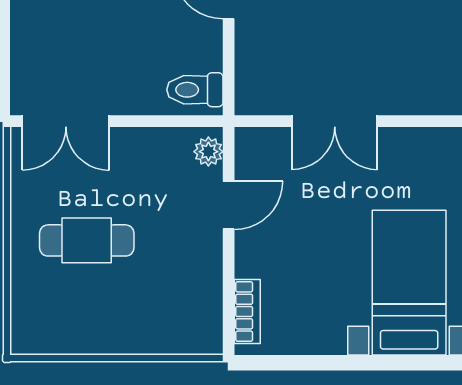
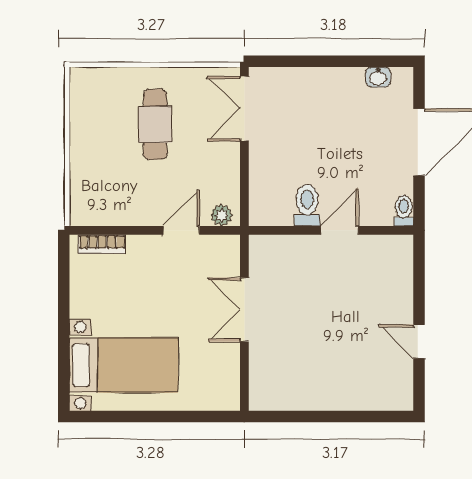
toilet: (195, 90) -> (307, 205), moved
door: (229, 205) -> (181, 230), swing flipped

